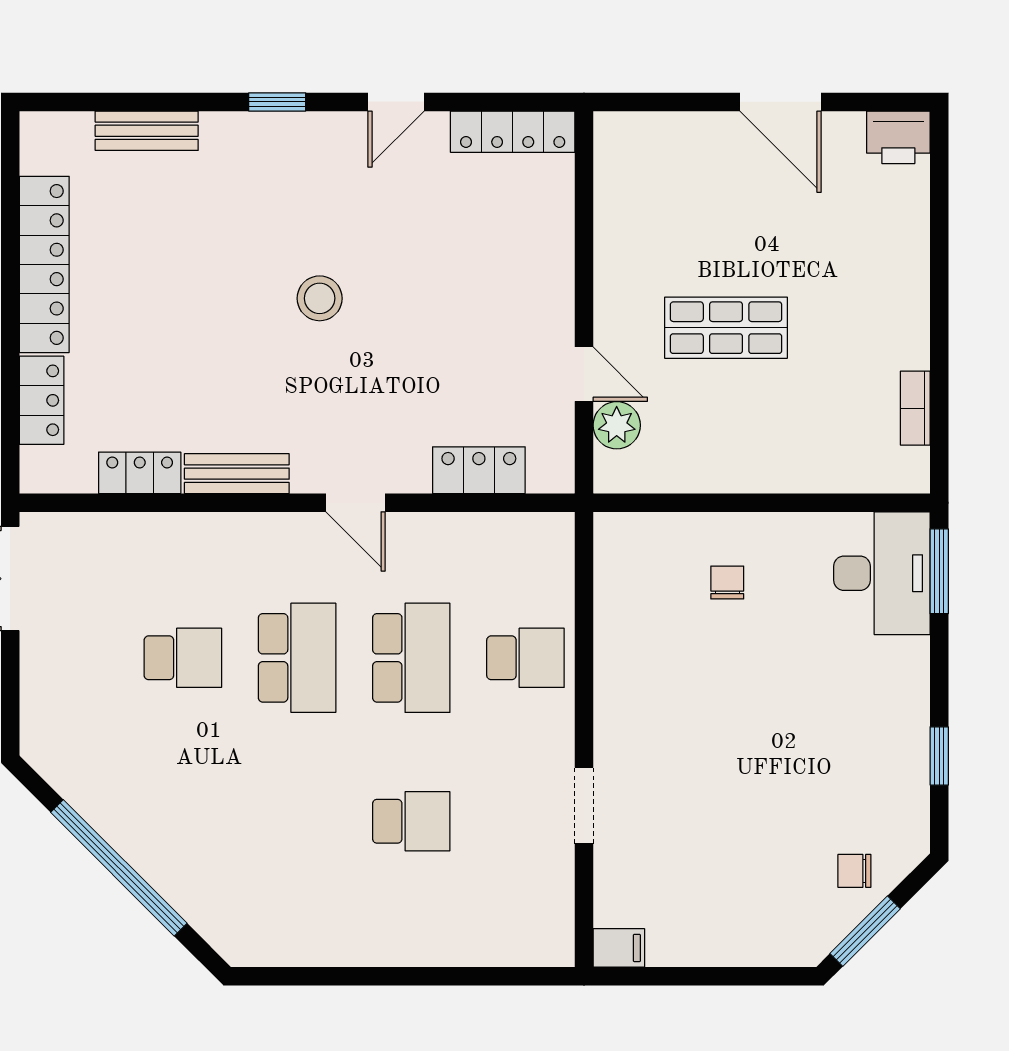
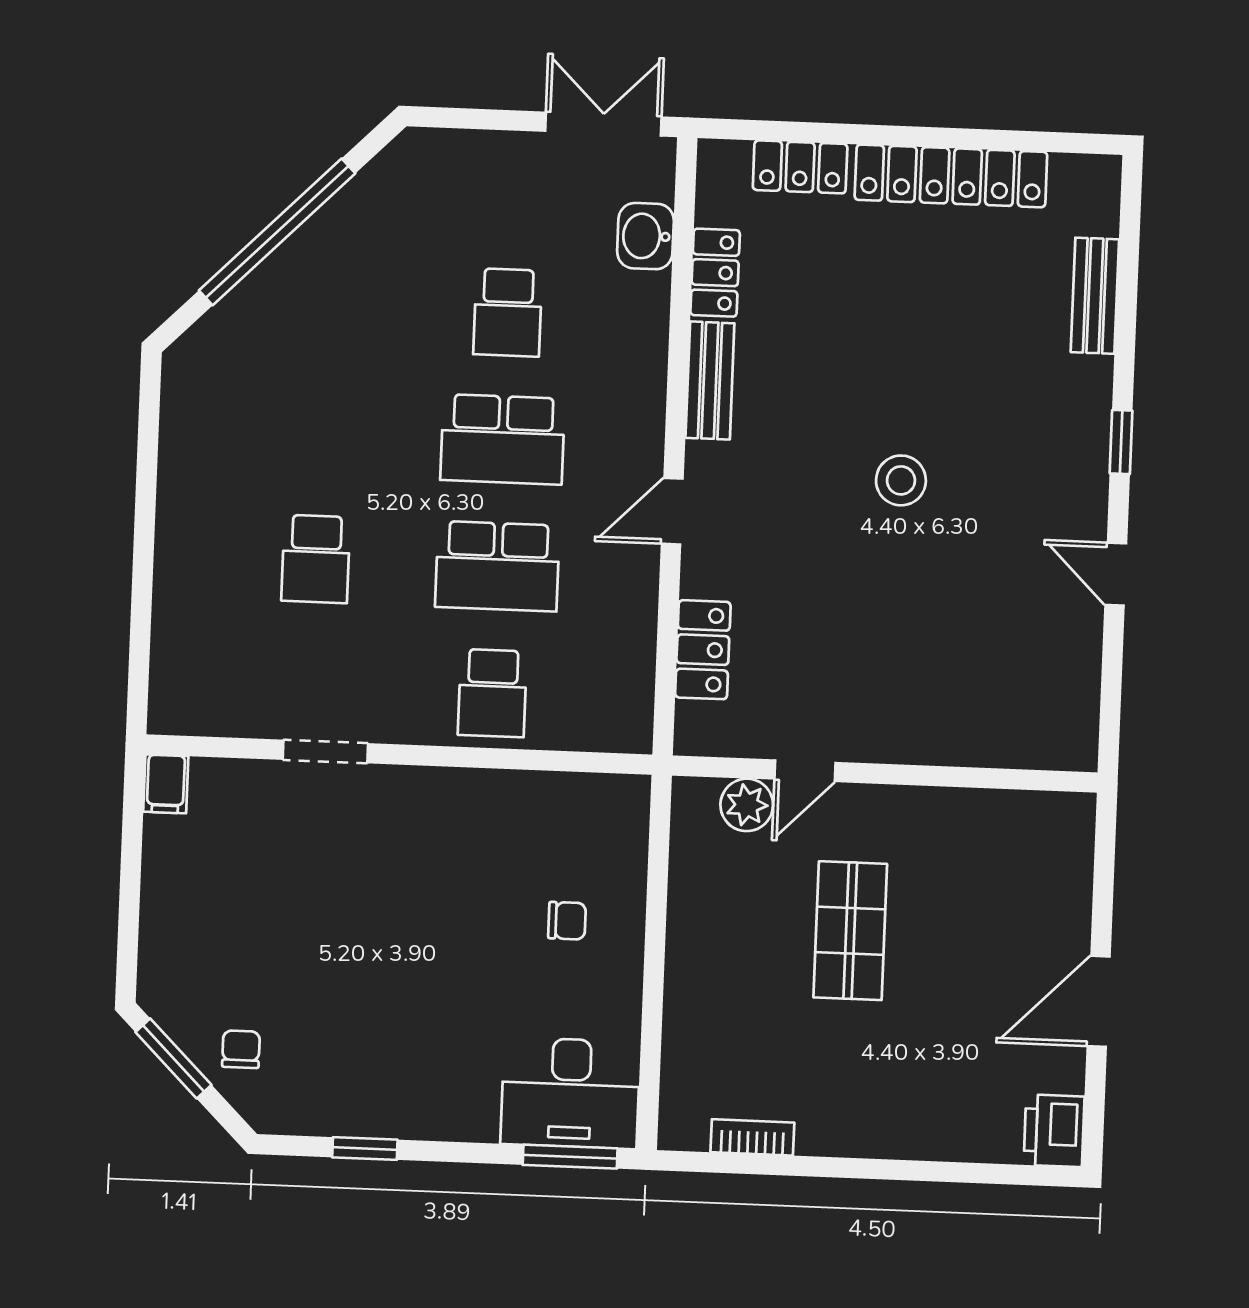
locker: (513, 132) -> (1078, 702), removed
washbasin: (109, 537) -> (645, 236), added

